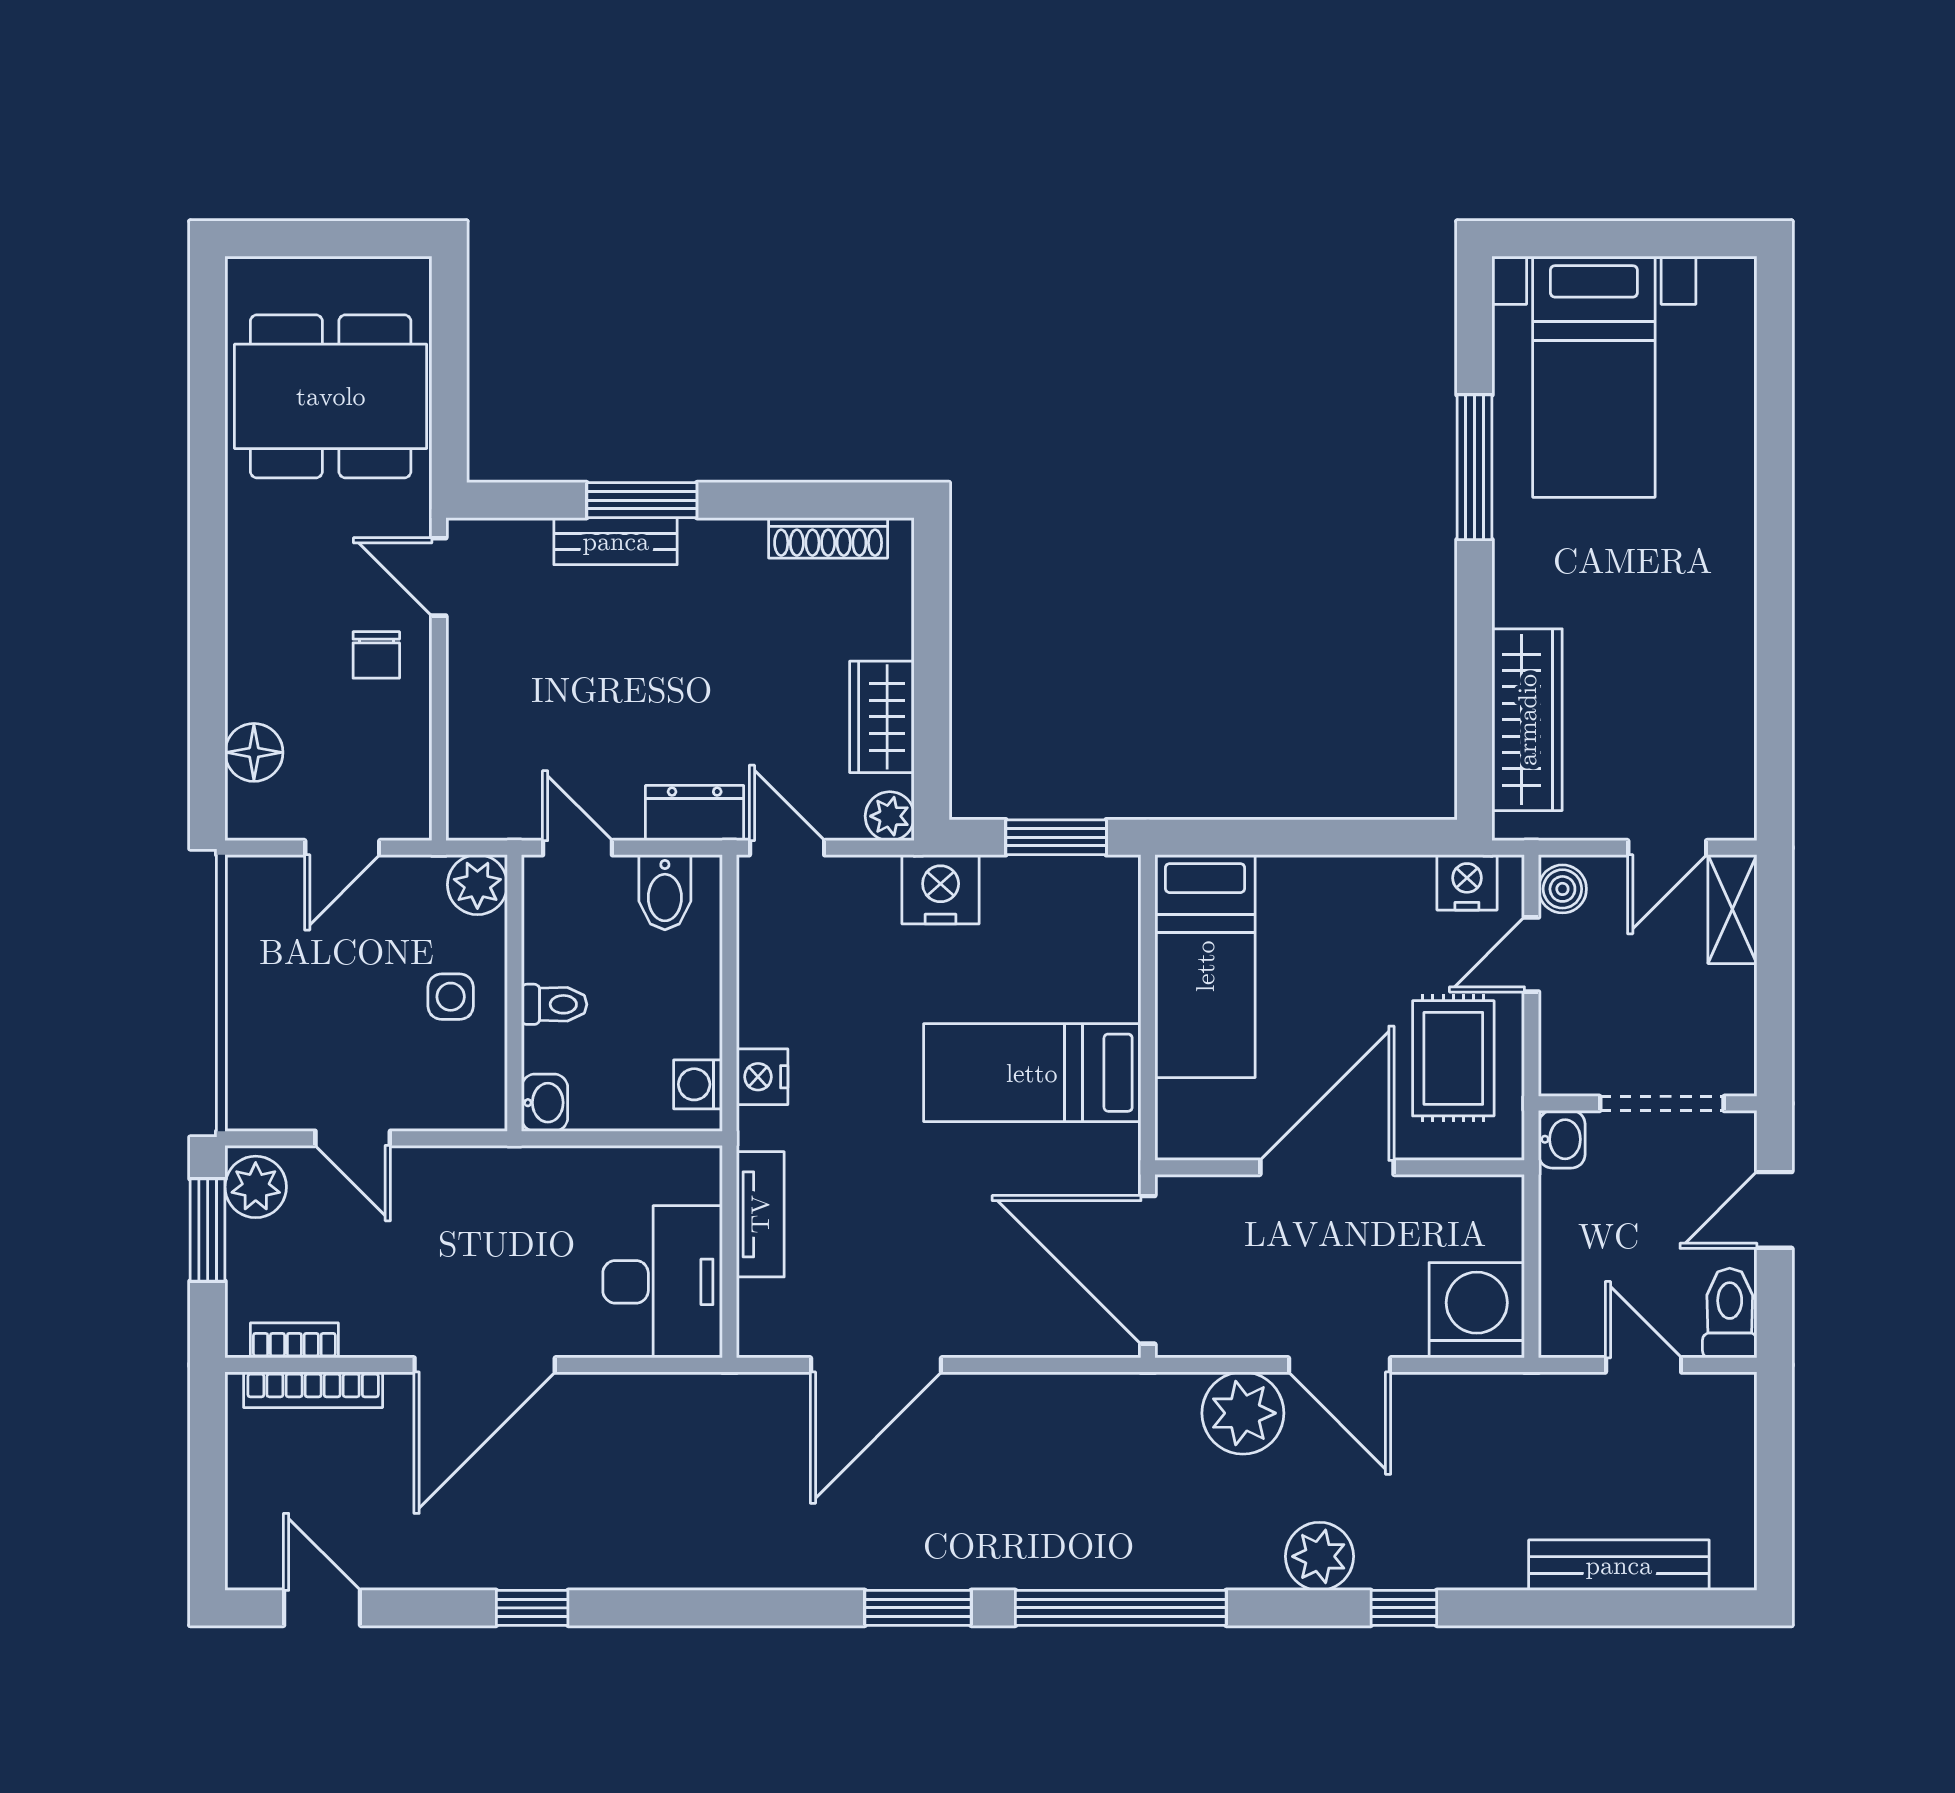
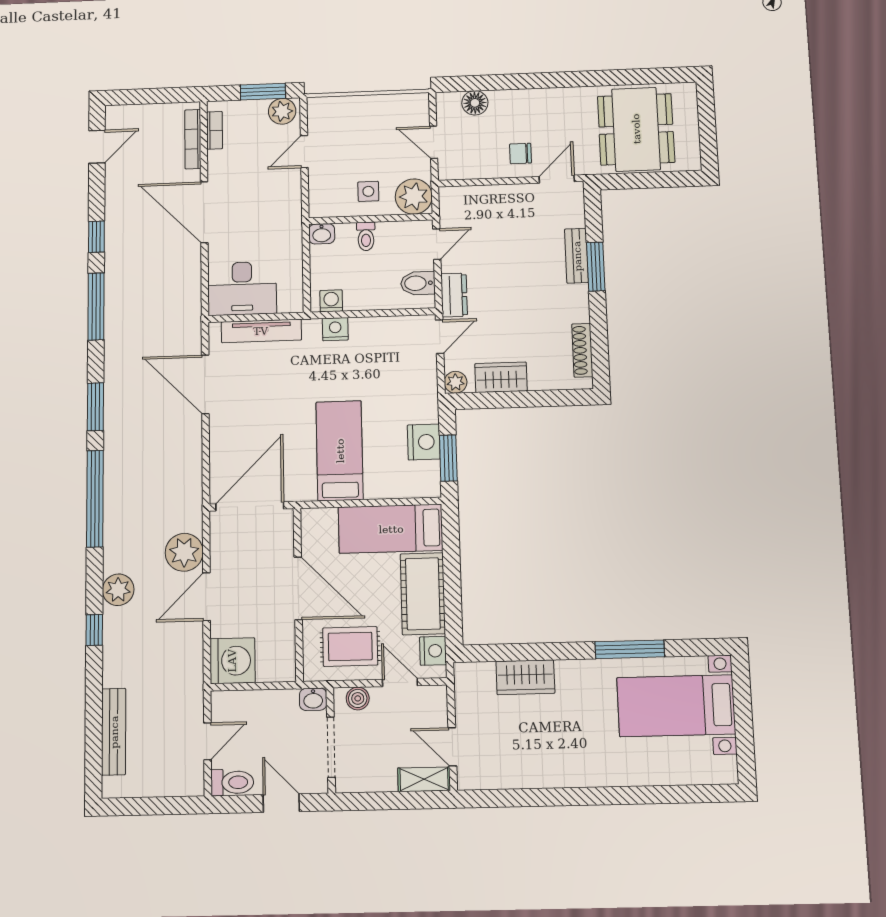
wardrobe: (1527, 720) -> (525, 677), width x0.67
plant: (477, 885) -> (414, 197), width x1.36, depth x1.36
nightstand: (941, 889) -> (424, 442), moved
boiler: (1562, 889) -> (358, 698), moved
cot: (1346, 901) -> (423, 594), added
tv unit: (760, 1214) -> (261, 331), width x1.41
window: (692, 1608) -> (96, 306), added

